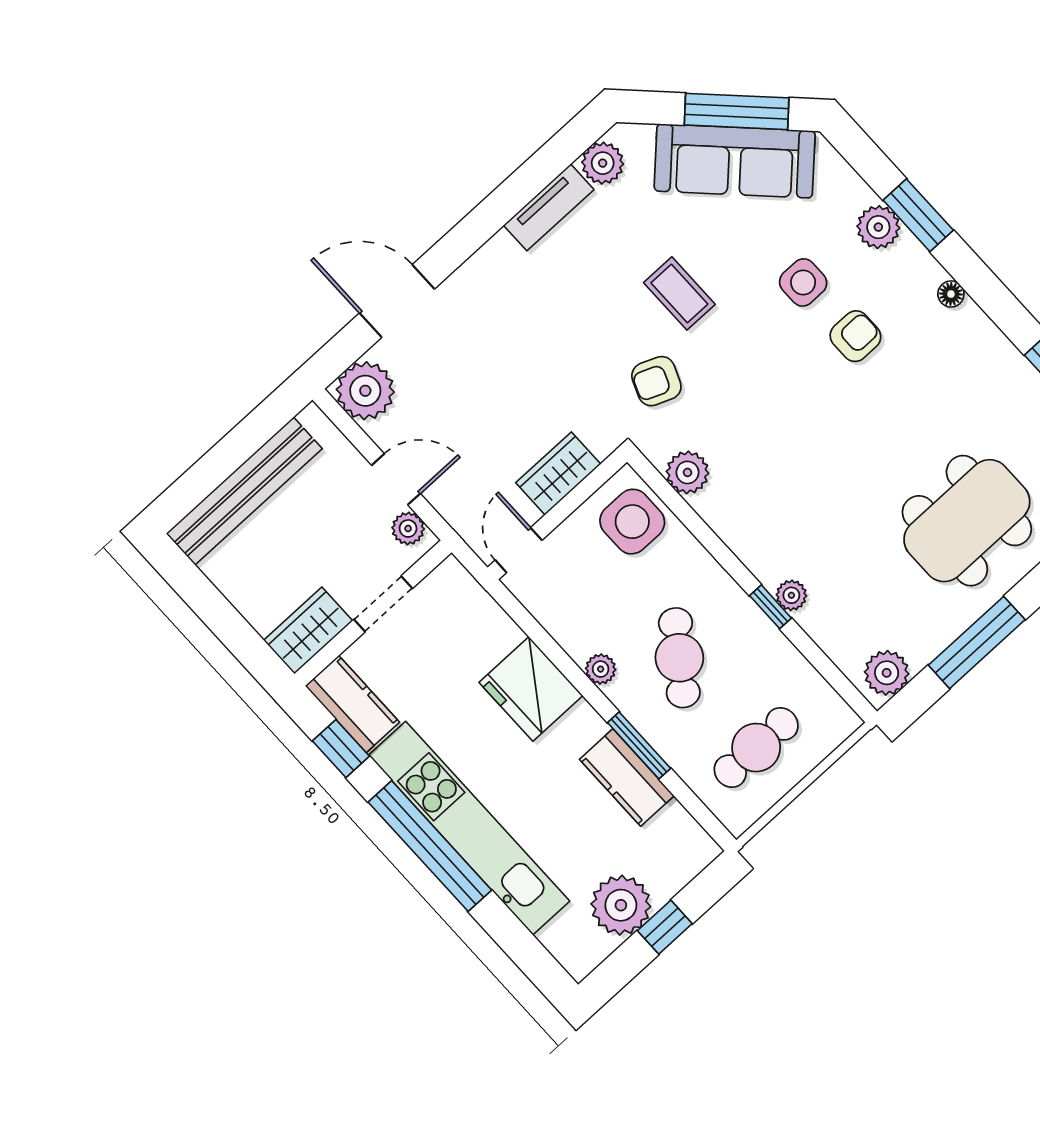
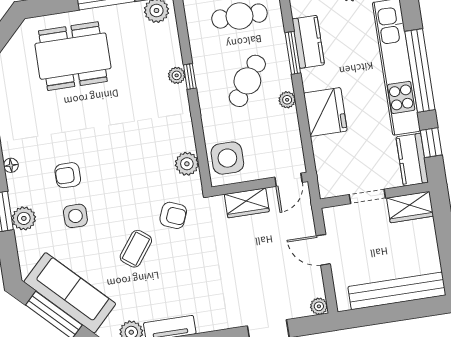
coffee table: (679, 293) -> (136, 249), turned 37
plant: (365, 391) -> (319, 306), width x0.53, depth x0.53
plant: (408, 528) -> (333, 223), removed

